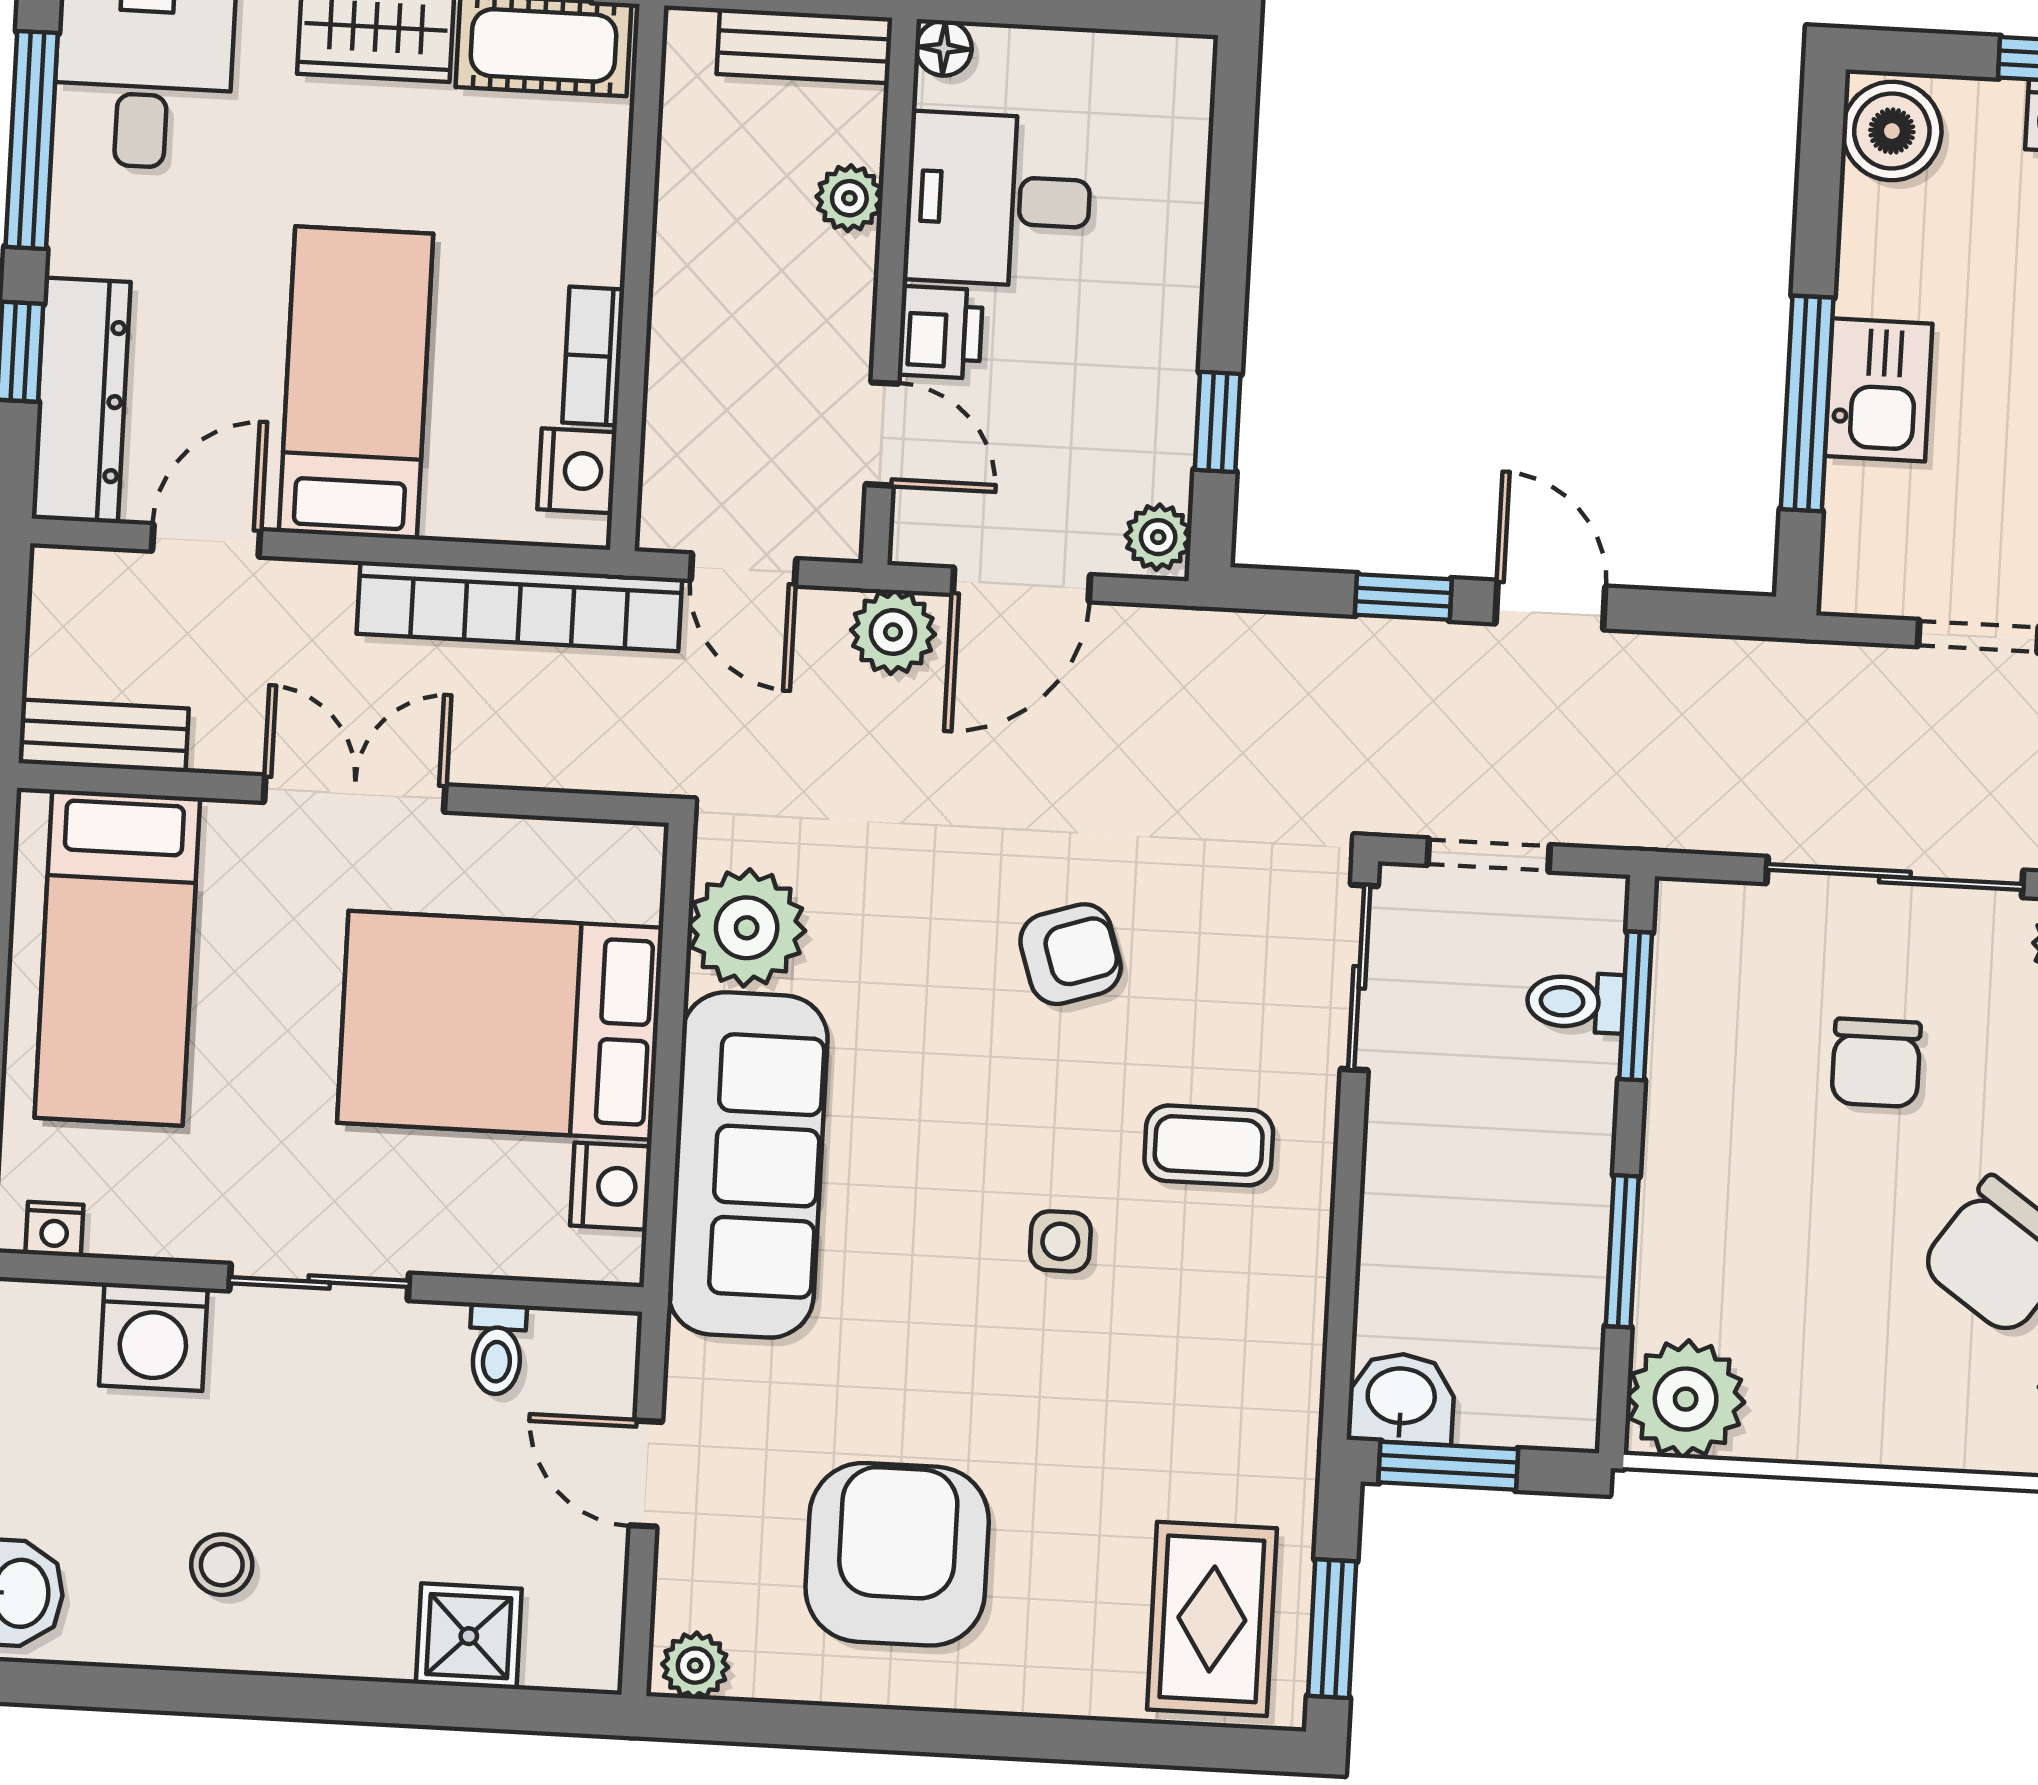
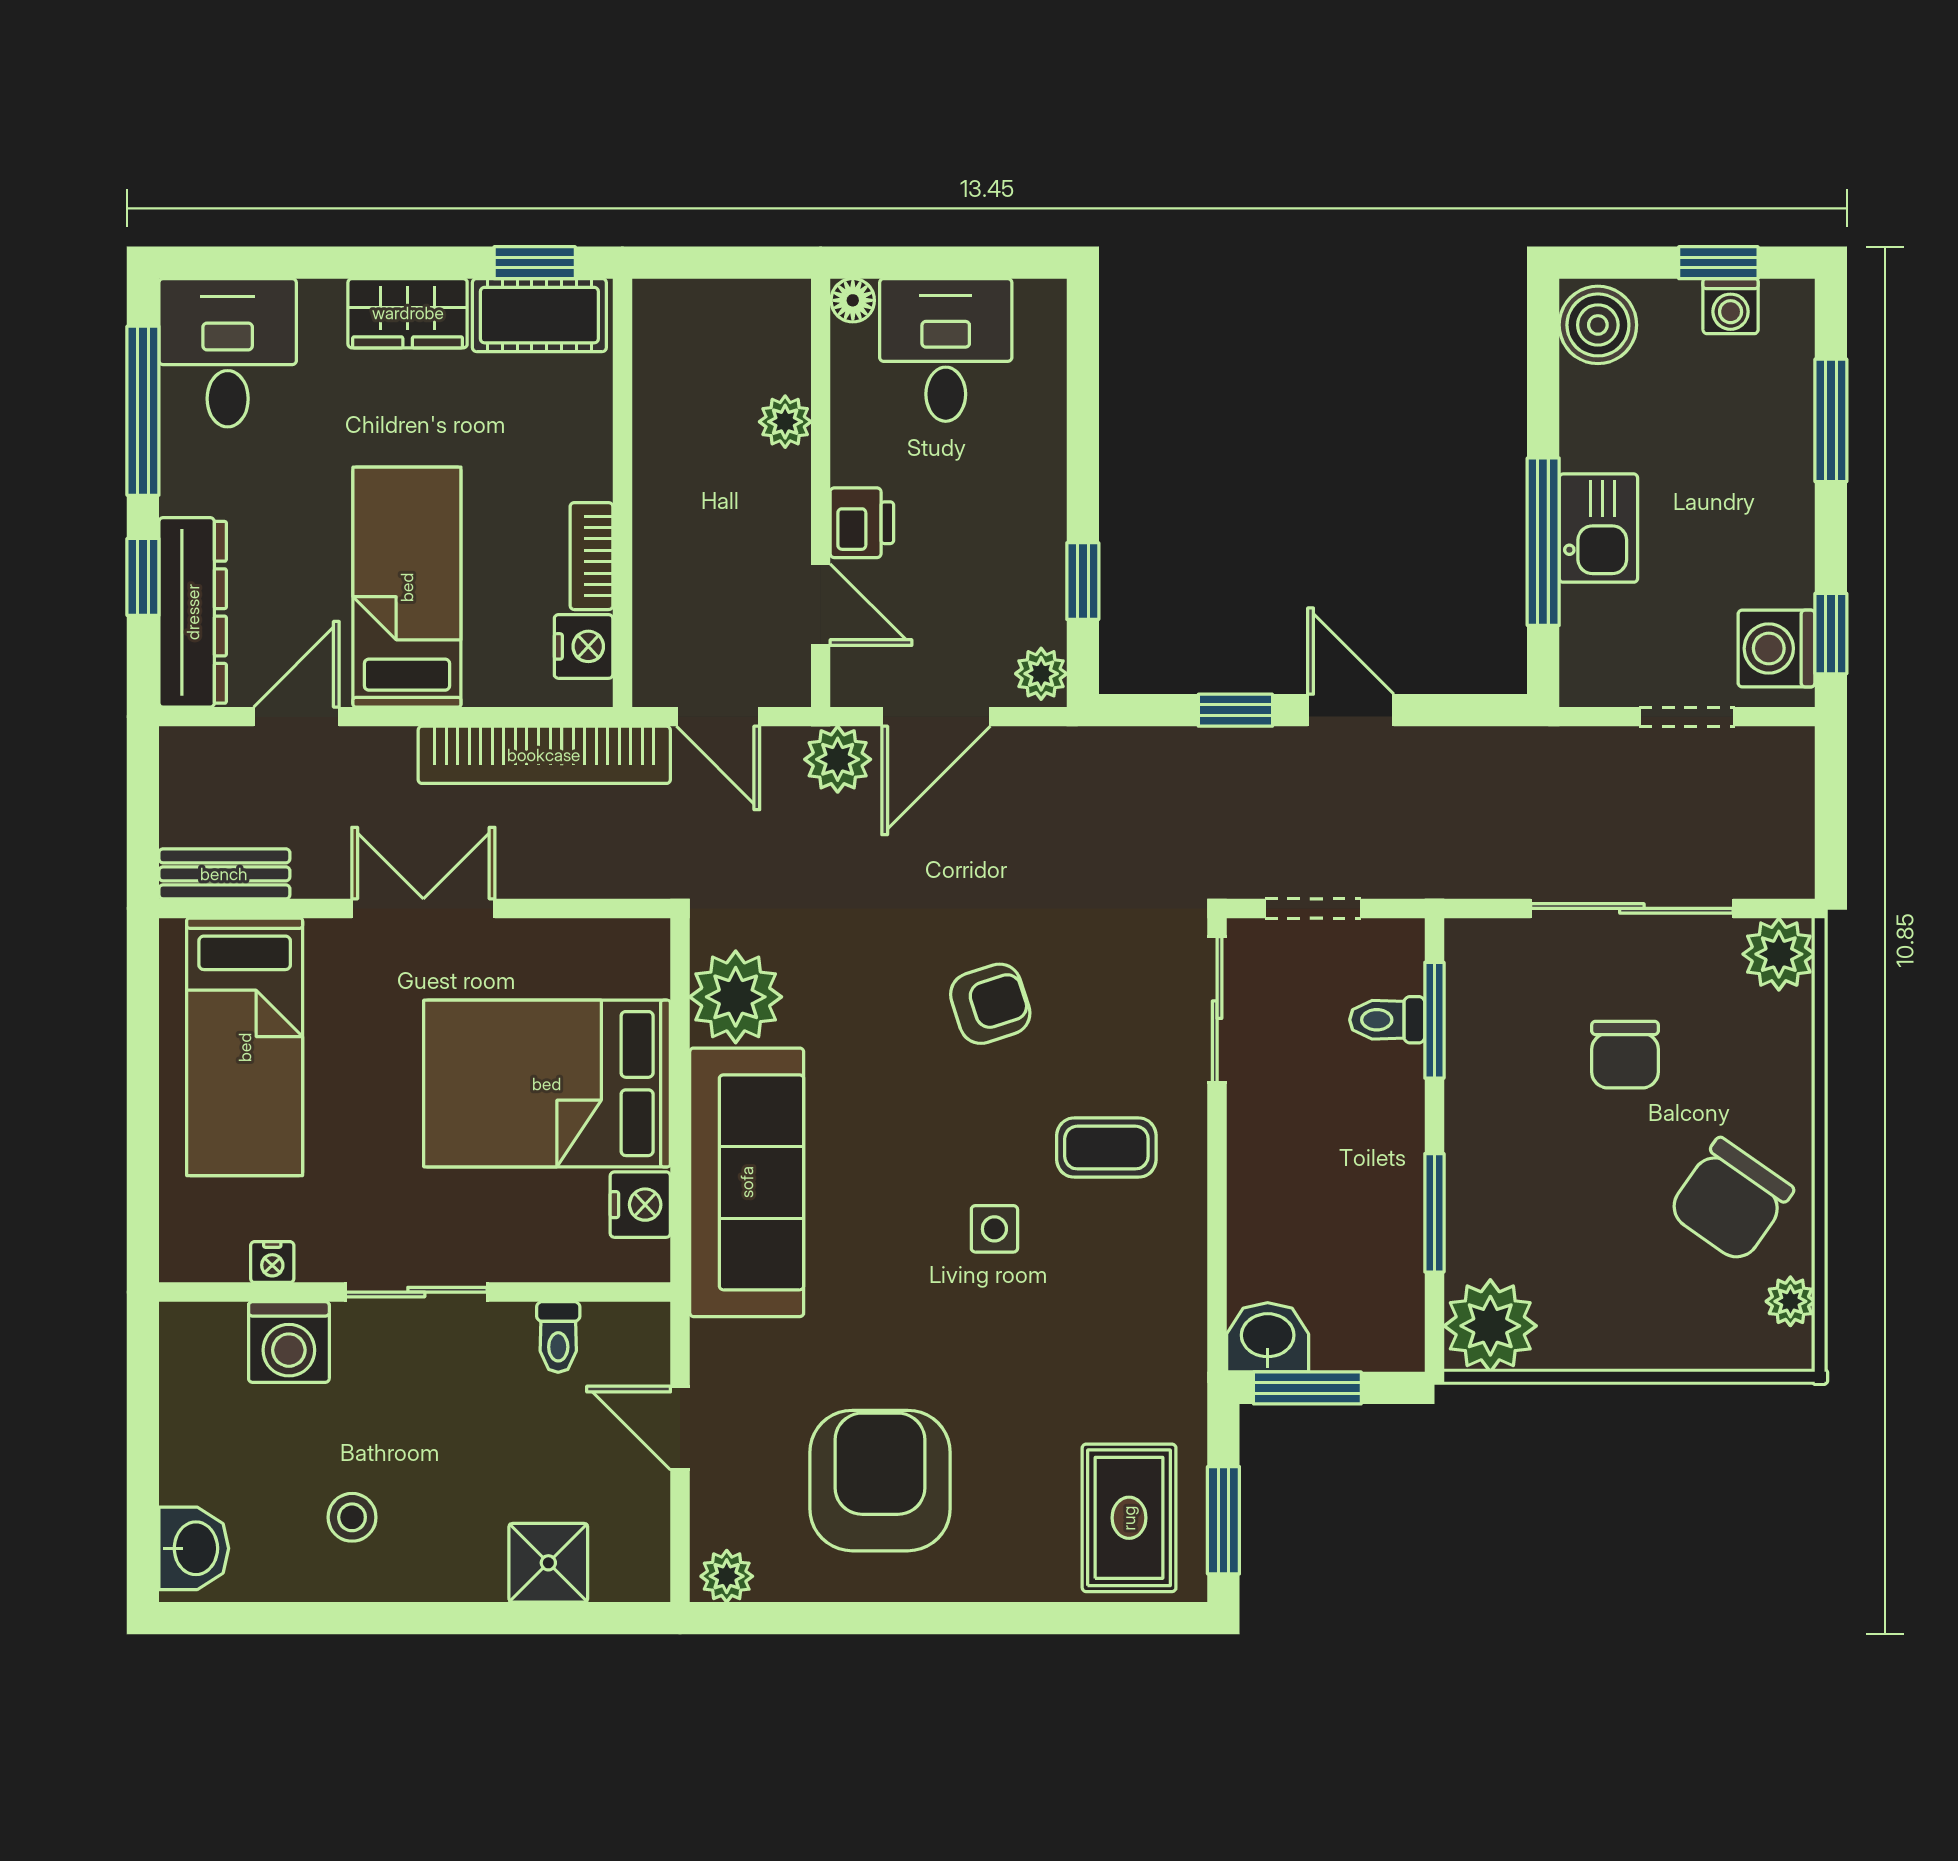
bench: (804, 46) -> (744, 304), removed
desk: (998, 200) -> (946, 350), moved, turned 90
nightstand: (54, 1229) -> (272, 1262), moved

